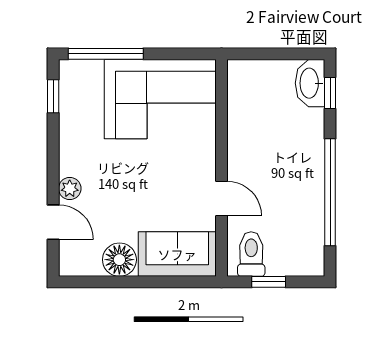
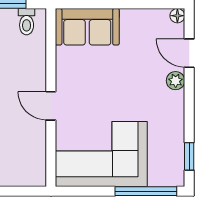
door: (221, 198) -> (51, 106), moved
toilet: (251, 254) -> (27, 22), width x0.73, depth x0.72
floor lamp: (119, 260) -> (177, 16), moved, width x0.53, depth x0.53

